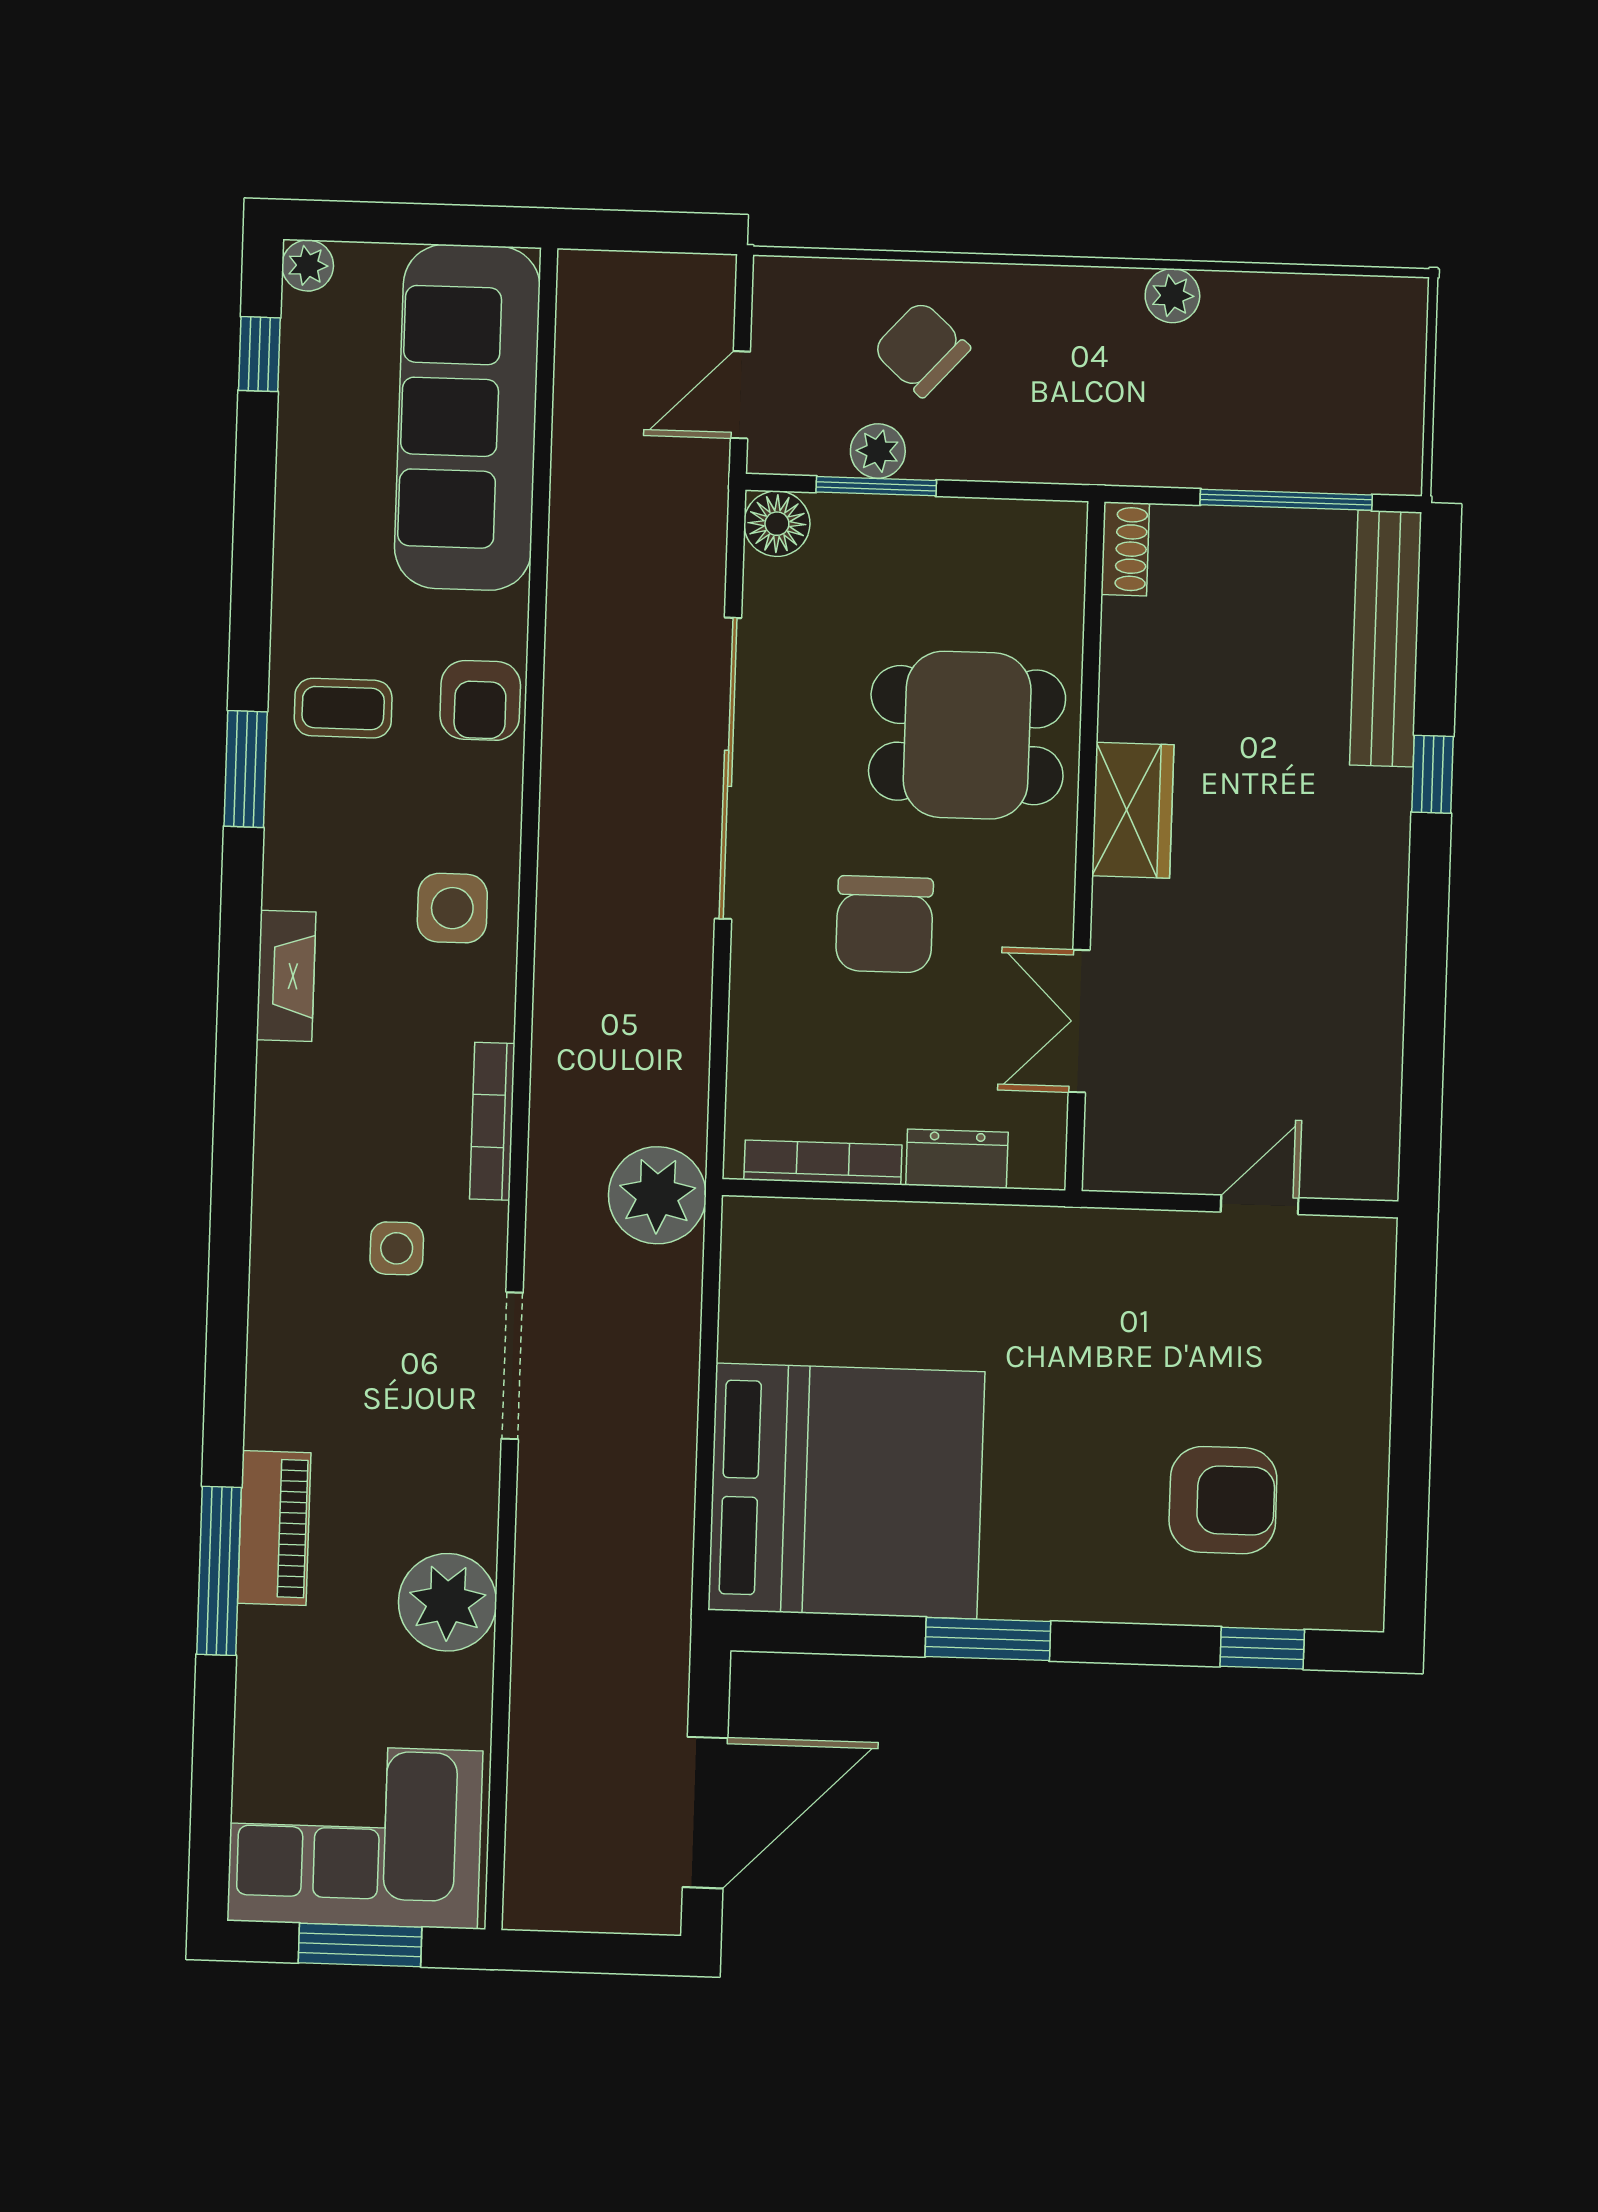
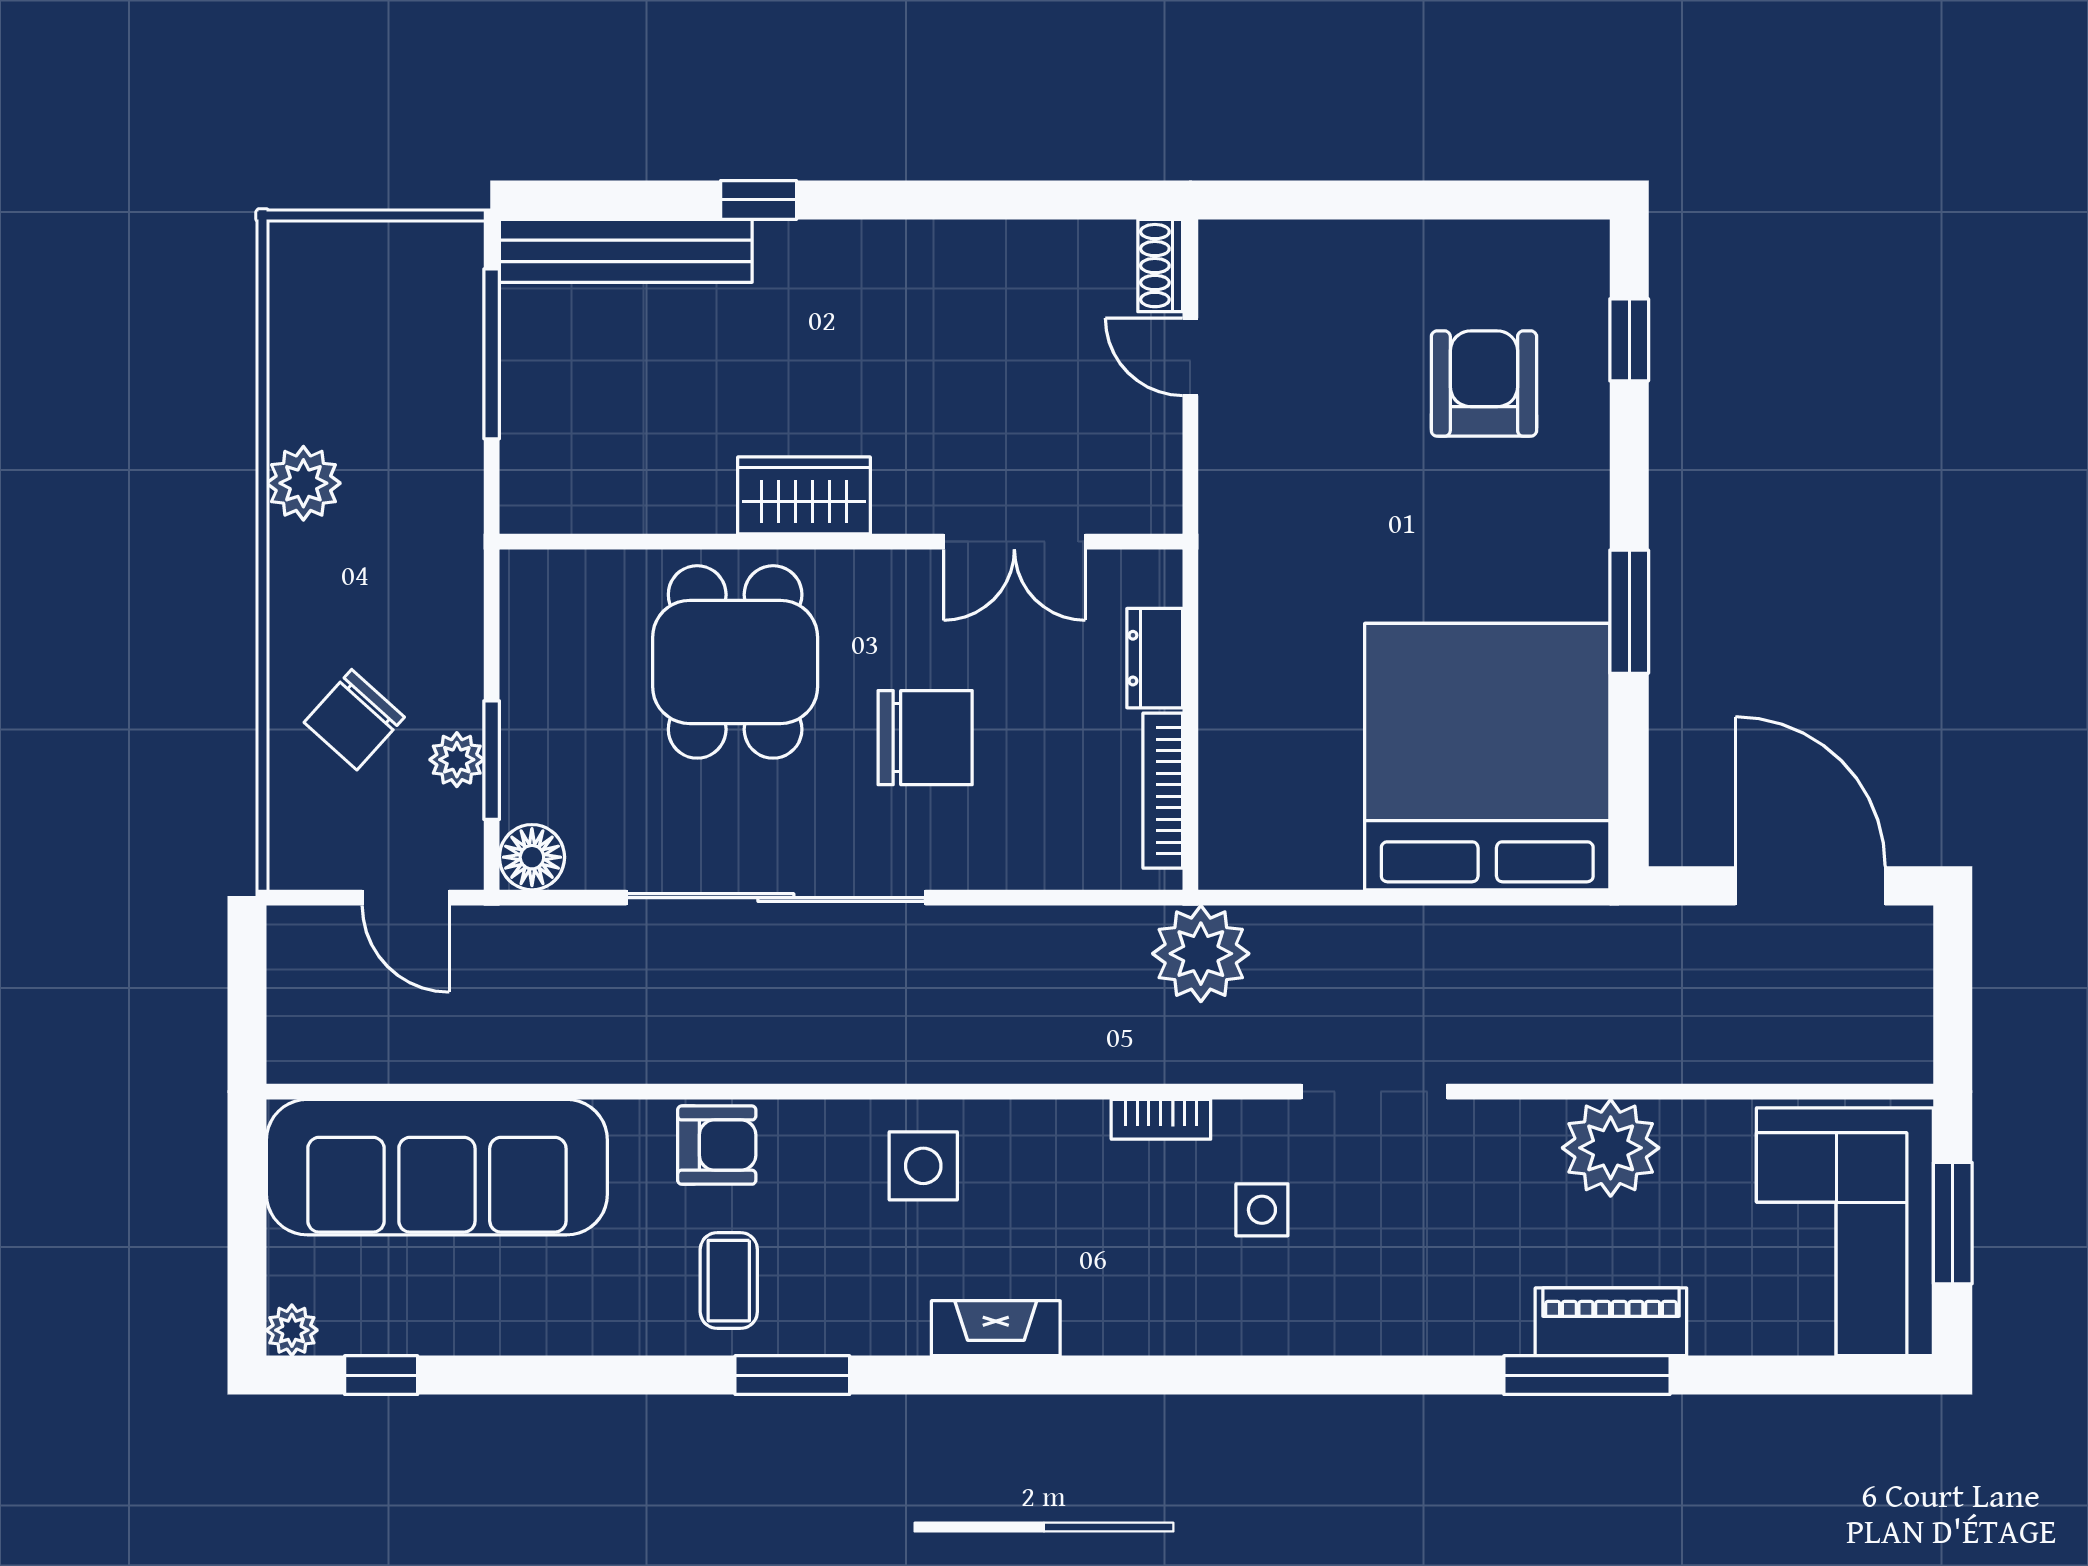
plant: (1172, 296) -> (303, 483), width x1.38, depth x1.38
shoe rack: (1125, 549) -> (1160, 266), moved, turned -90
bookcase: (492, 1121) -> (1161, 1119), width x0.64
piano: (274, 1528) -> (1611, 1322), moved

